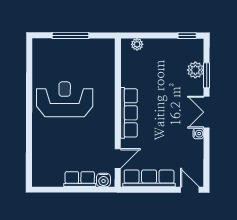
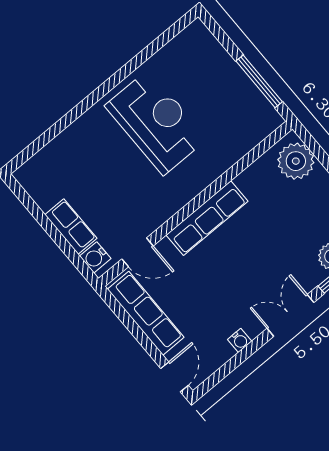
window: (70, 35) -> (259, 81), moved
plant: (137, 44) -> (296, 161), width x1.87, depth x1.87
water cooler: (198, 134) -> (240, 340), moved

